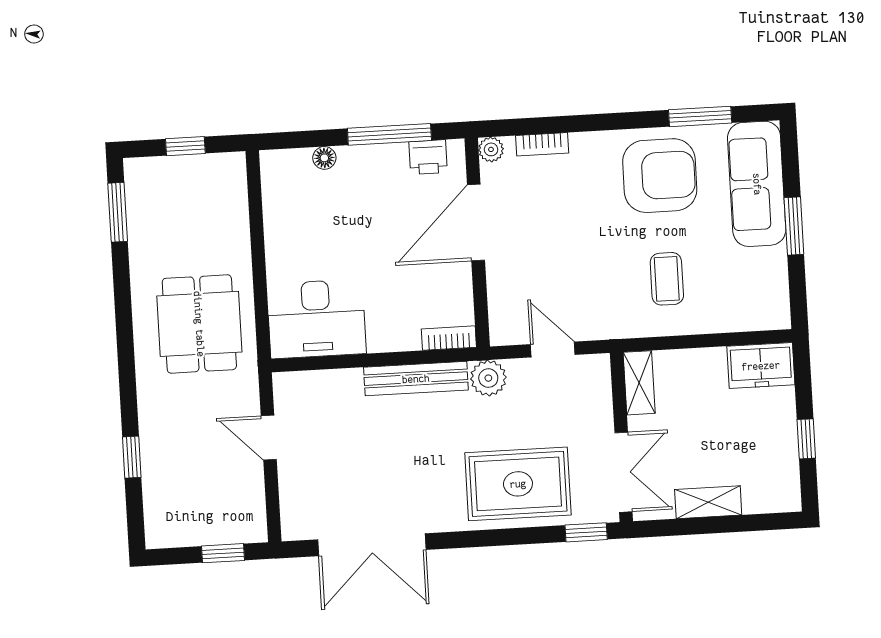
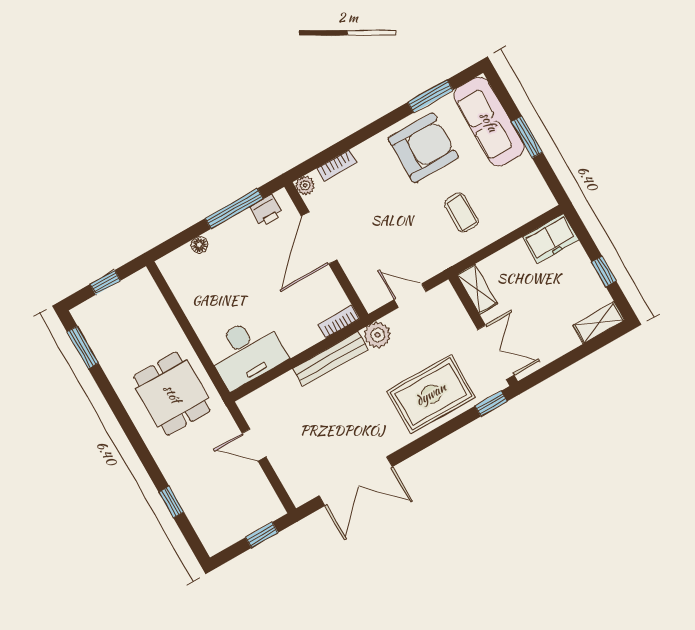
shelving: (708, 502) -> (599, 323), moved

